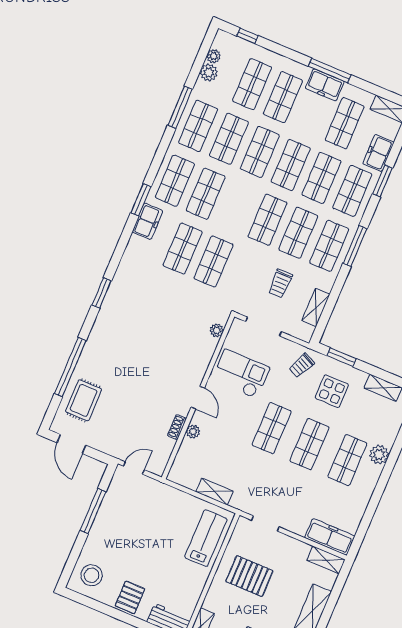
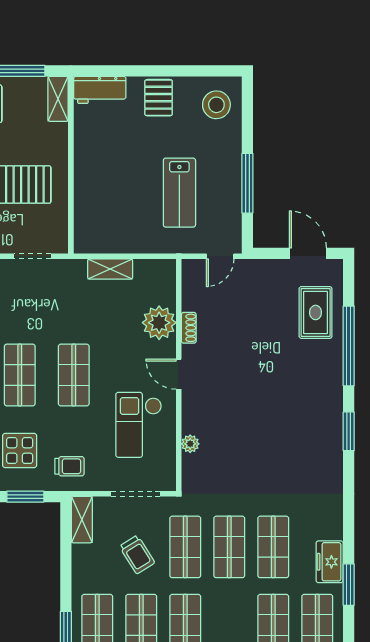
shop shelf: (244, 275) -> (185, 547), added
trolley: (280, 283) -> (137, 555), turned 148
window: (102, 293) -> (349, 431), moved
shelving: (316, 307) -> (82, 520), moved
plant: (217, 330) -> (190, 444), moved
trolley: (302, 365) -> (69, 466), turned 64
checkout: (241, 374) -> (139, 425), turned 90
plant: (193, 432) -> (159, 323), width x1.88, depth x1.88
lab bench: (206, 538) -> (179, 193), moved

